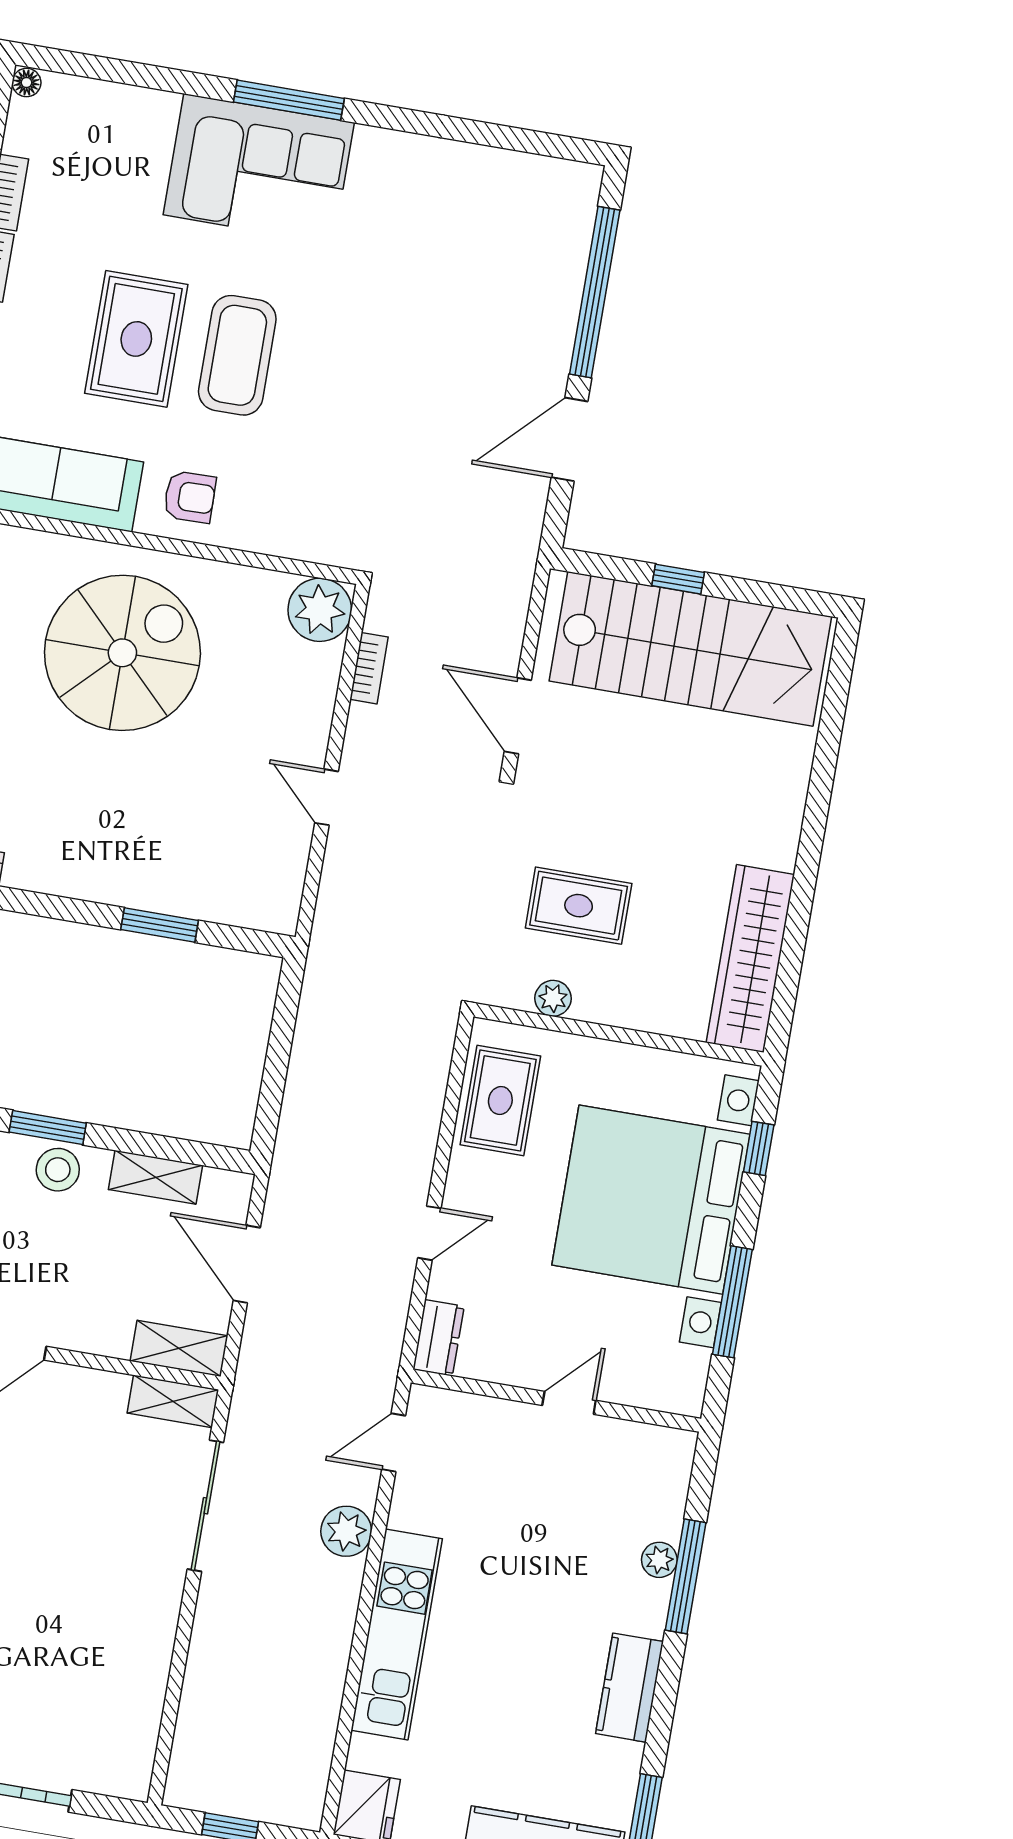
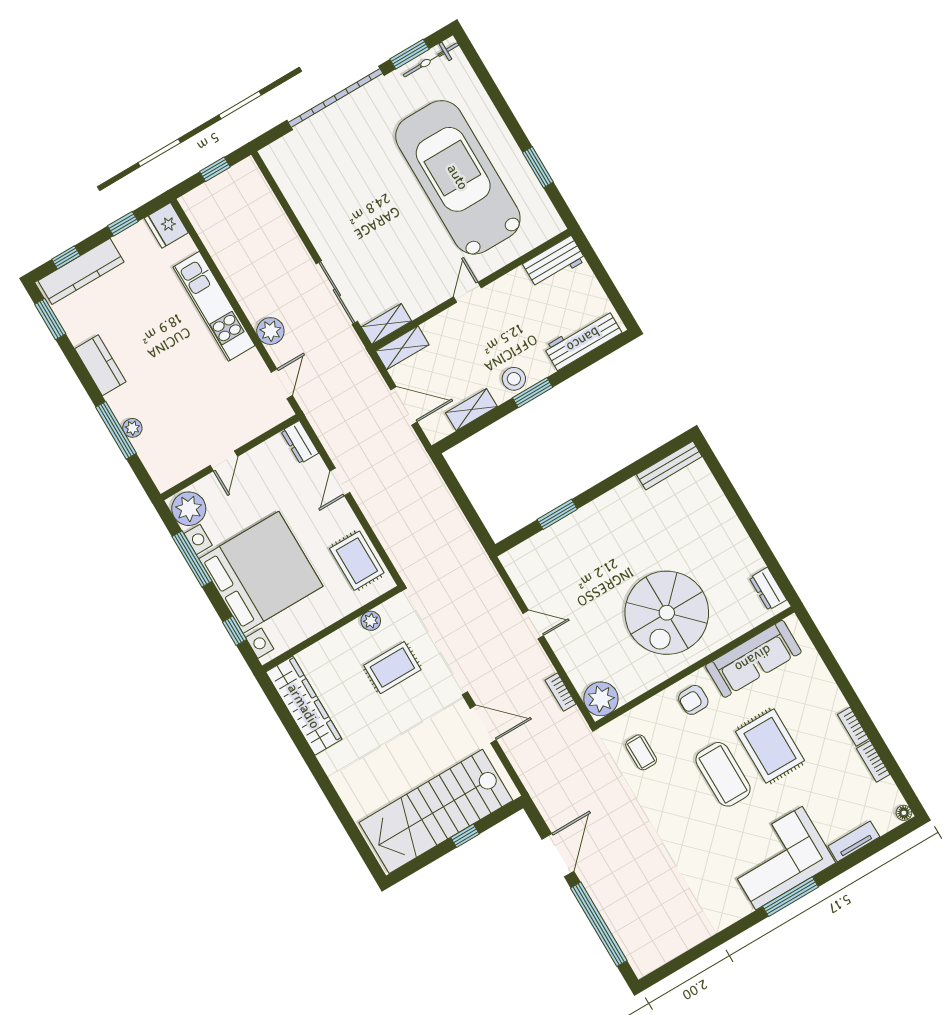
tv unit: (132, 102) -> (854, 841), added
coffee table: (327, 485) -> (641, 752), added
plant: (677, 1377) -> (189, 509), added

